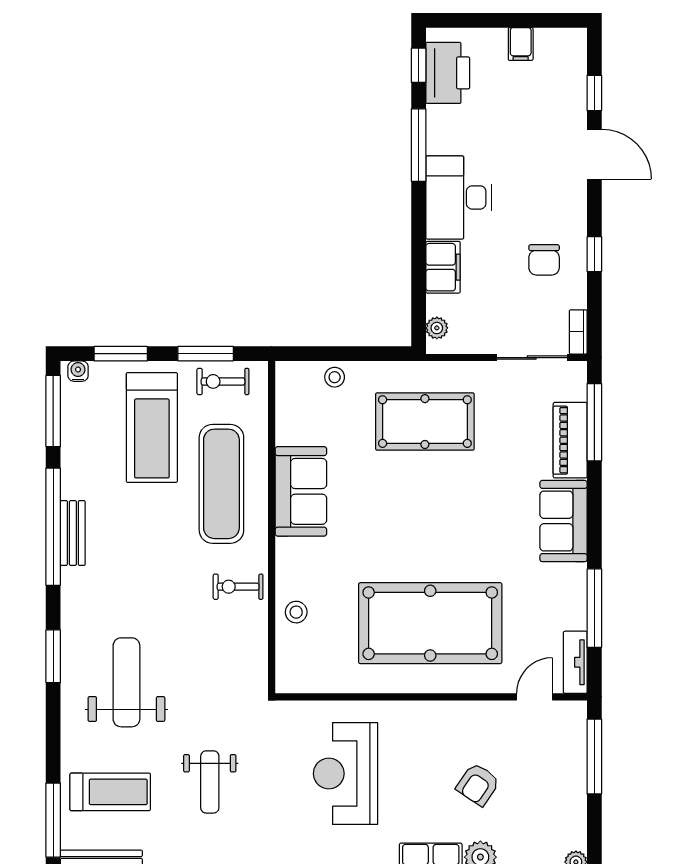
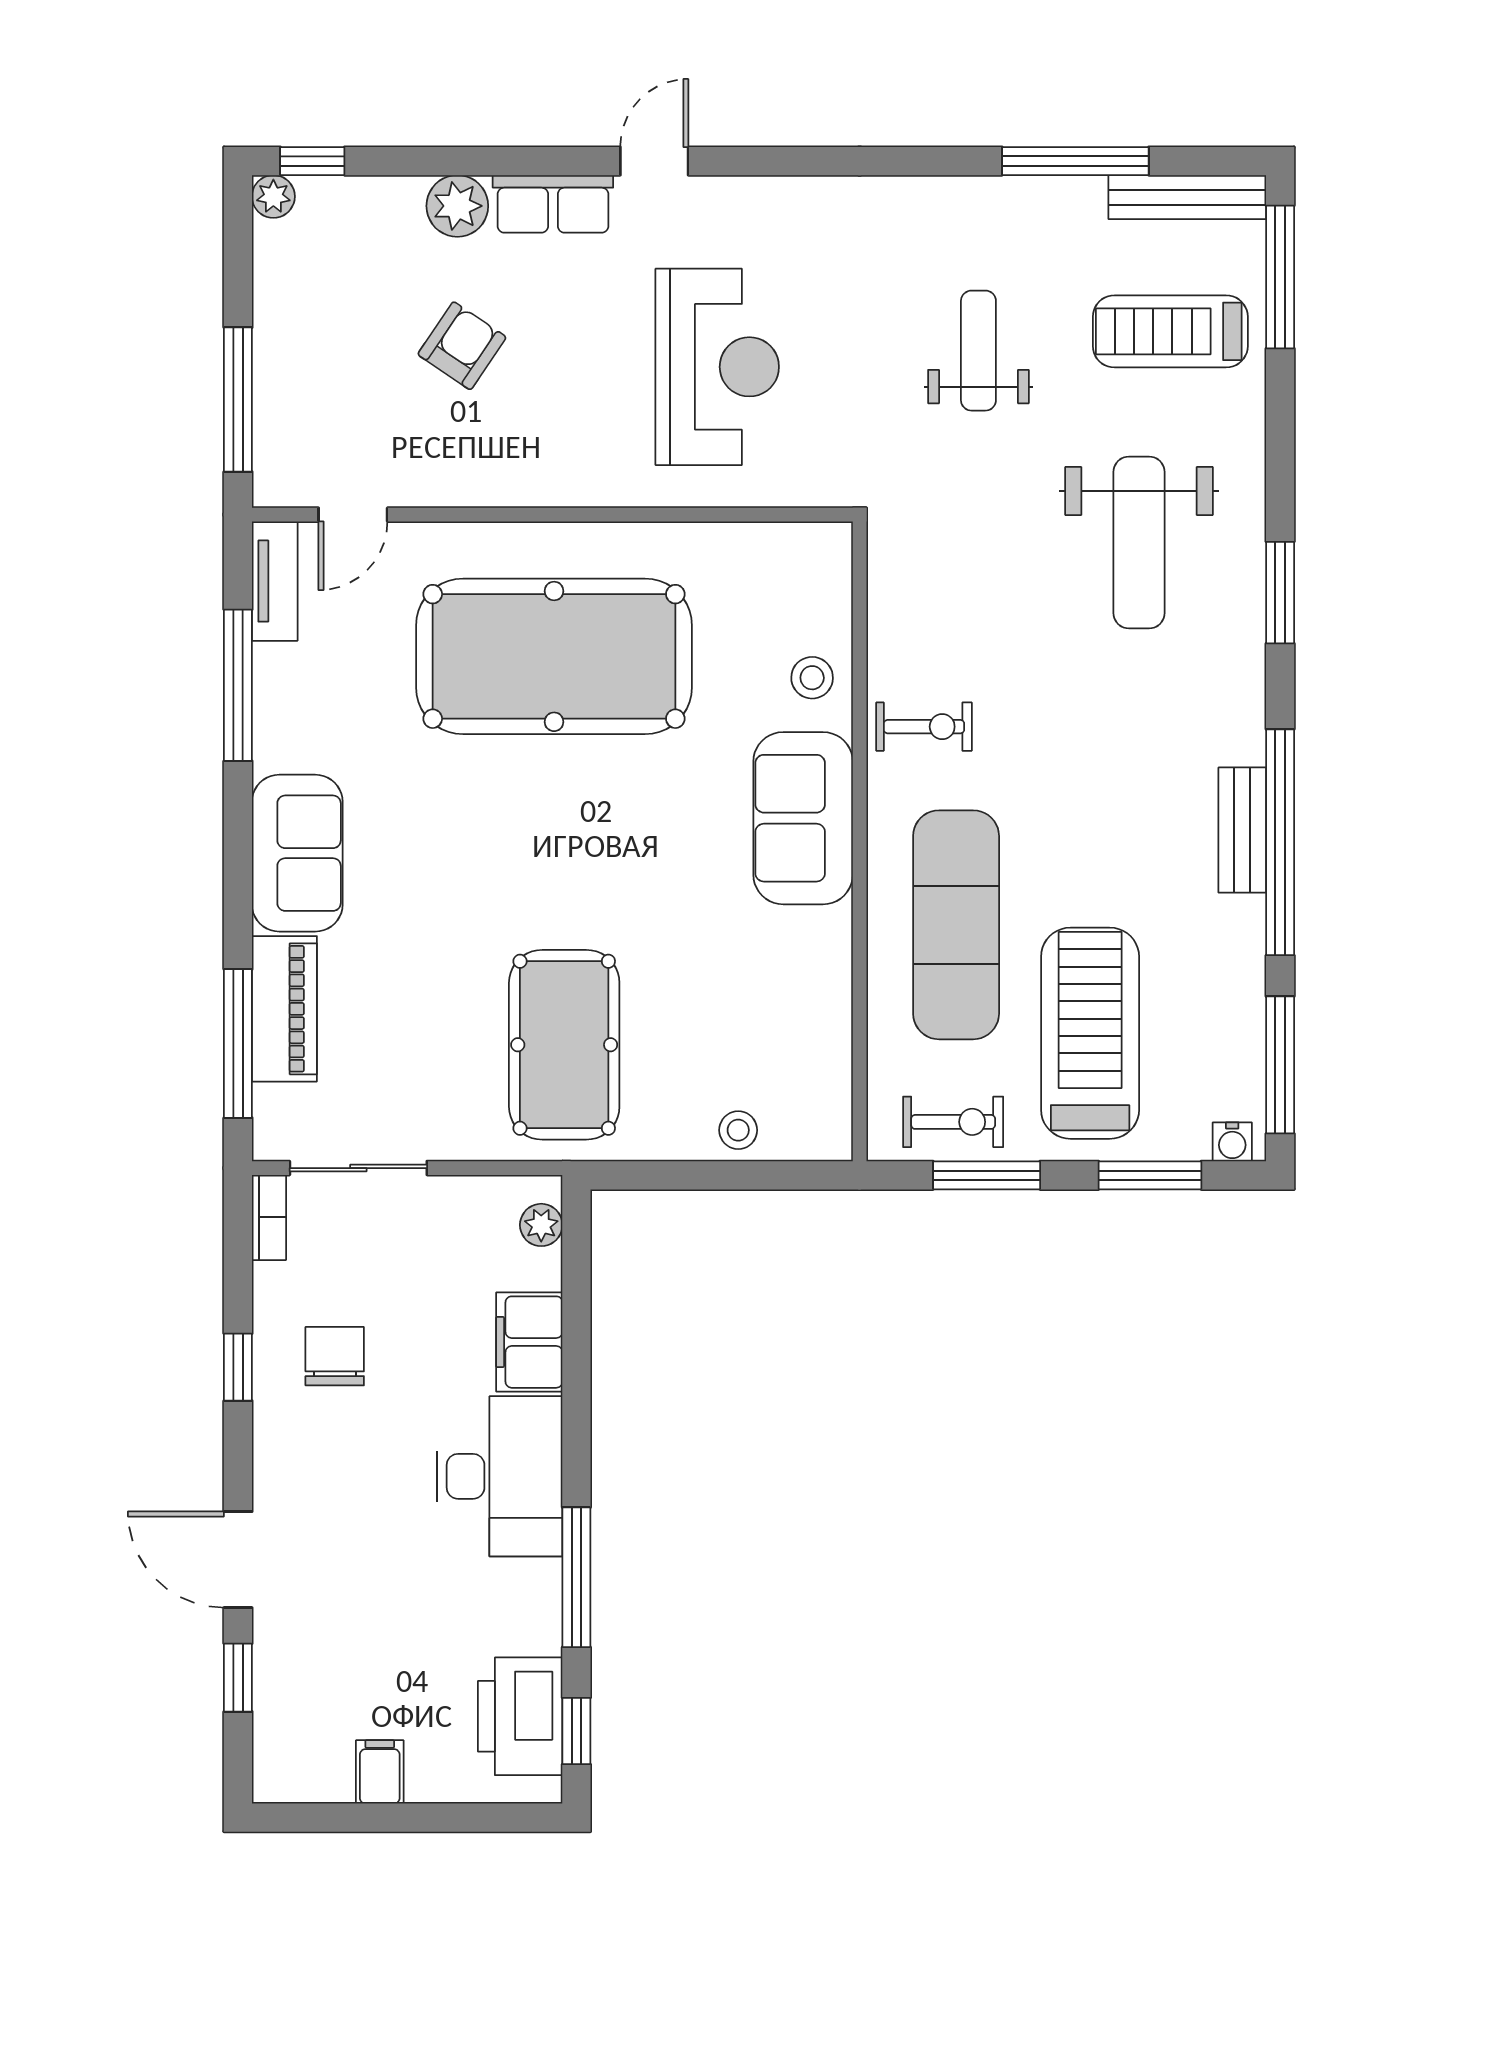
pool table: (425, 422) -> (564, 1045), turned 90
sofa: (301, 491) -> (803, 818), moved

